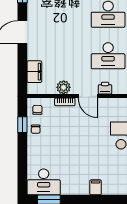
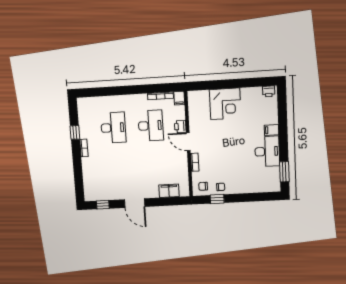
plant: (64, 87) -> (182, 164), removed
door: (88, 96) -> (188, 142), swing flipped
desk: (44, 182) -> (267, 151), moved

